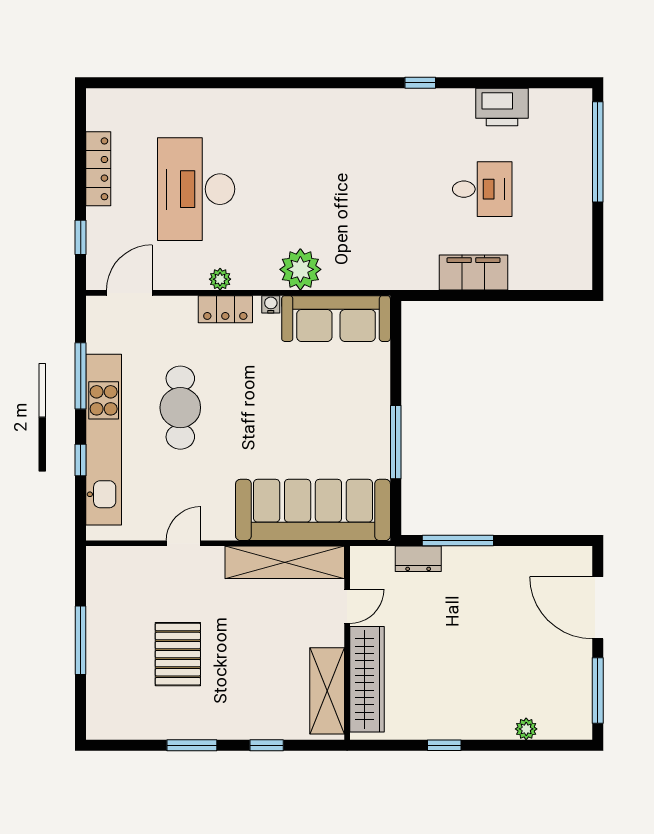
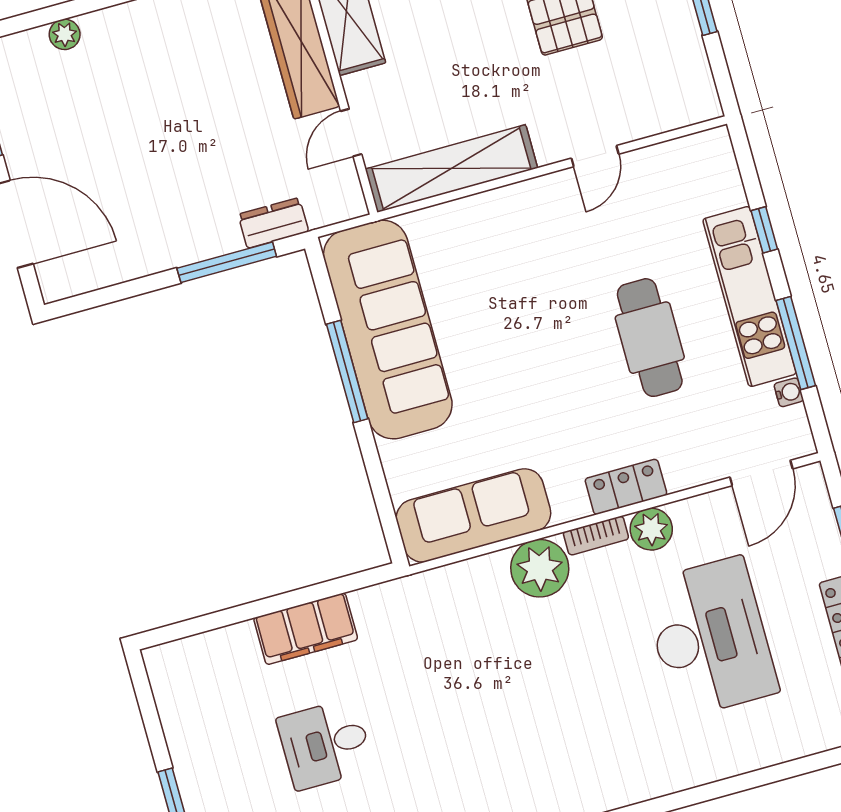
plant: (220, 279) -> (651, 529), width x1.38, depth x1.38
bookcase: (255, 281) -> (596, 536), added
water cooler: (271, 304) -> (789, 392), moved, turned -90
kitchen unit: (104, 440) -> (749, 297), width x0.73
sofa: (313, 510) -> (388, 330), moved, turned -90

